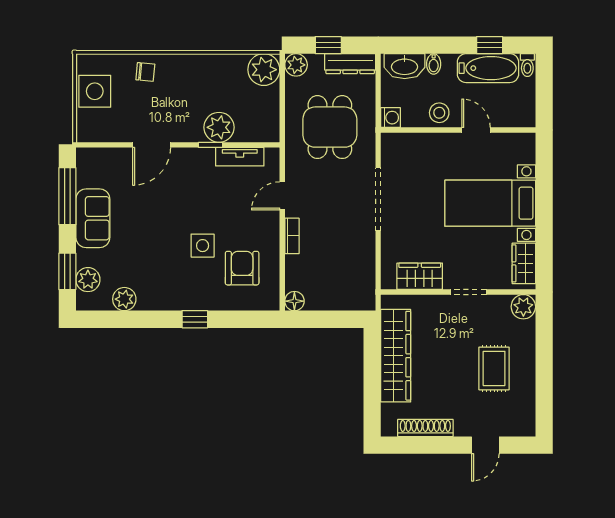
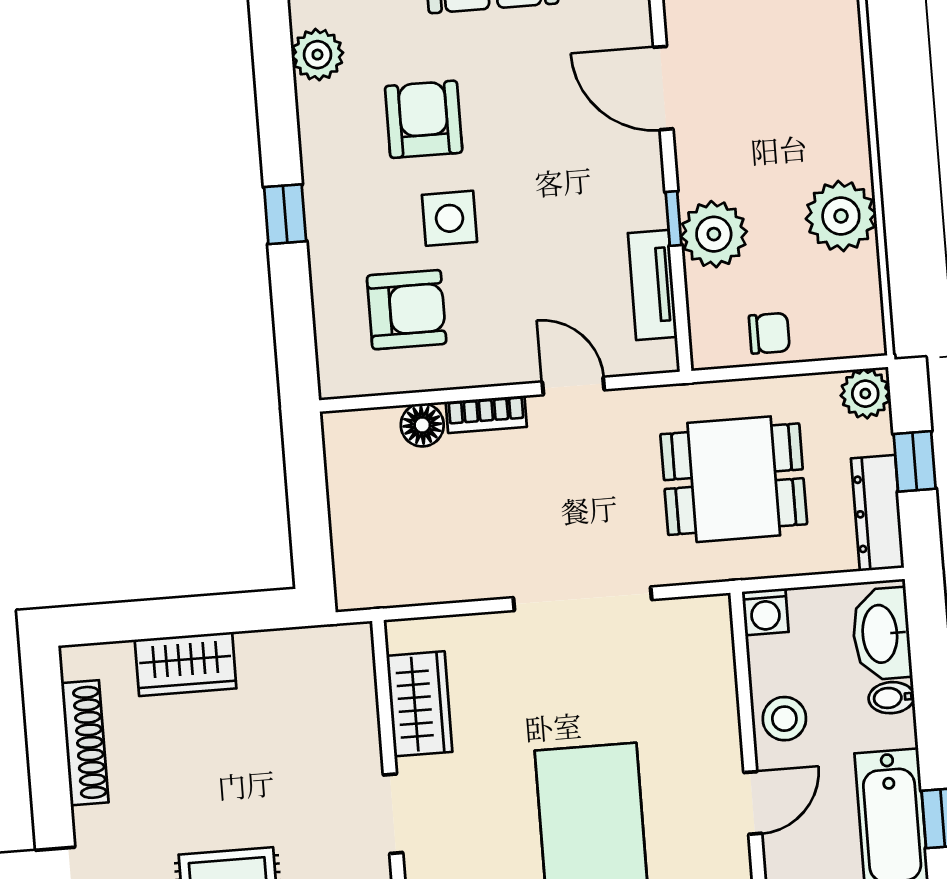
plant: (264, 70) -> (841, 216), moved
chair: (145, 72) -> (769, 333), moved, turned -95
armchair: (157, 254) -> (424, 119), added
floor lamp: (294, 301) -> (422, 425), moved
wardrobe: (396, 356) -> (186, 664), width x0.48, depth x0.85

